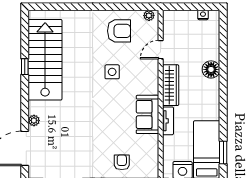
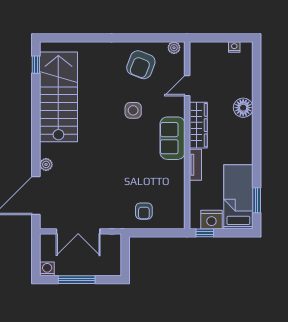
armchair: (119, 31) -> (141, 65), turned 111
window: (25, 67) -> (36, 65), moved
sofa: (147, 114) -> (172, 138), moved
armchair: (122, 162) -> (144, 211), turned 180

